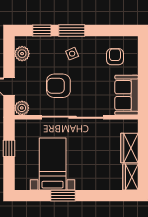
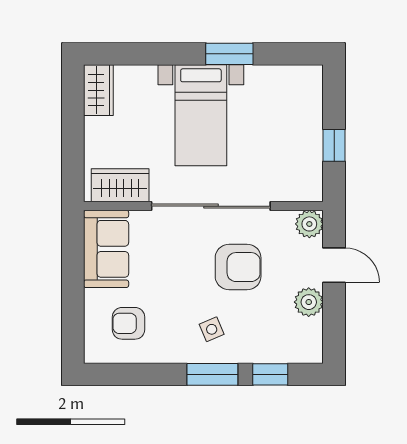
plant: (22, 54) -> (309, 302), moved
armchair: (115, 57) -> (129, 323), turned 90
wardrobe: (130, 148) -> (120, 185), moved, turned -90
bed with nightstands: (53, 164) -> (201, 115), moved

